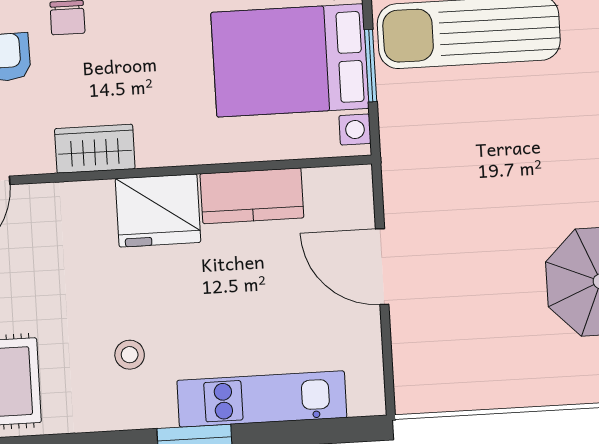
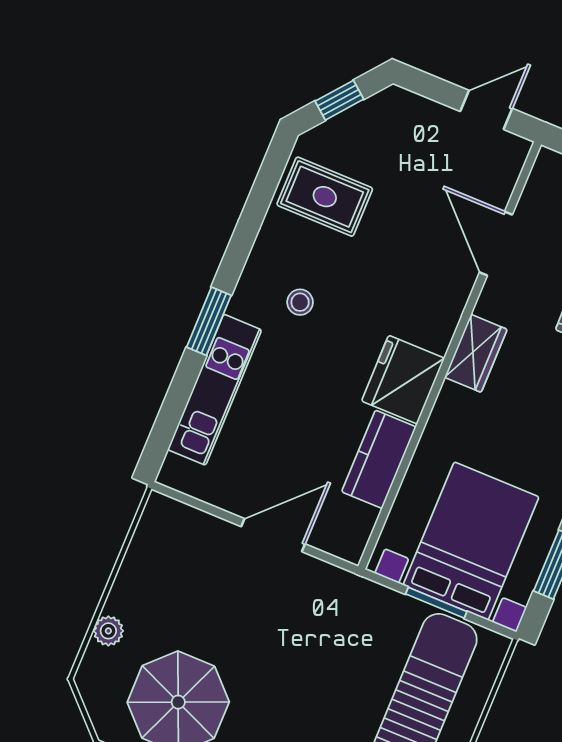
plant: (562, 388) -> (108, 631), added

